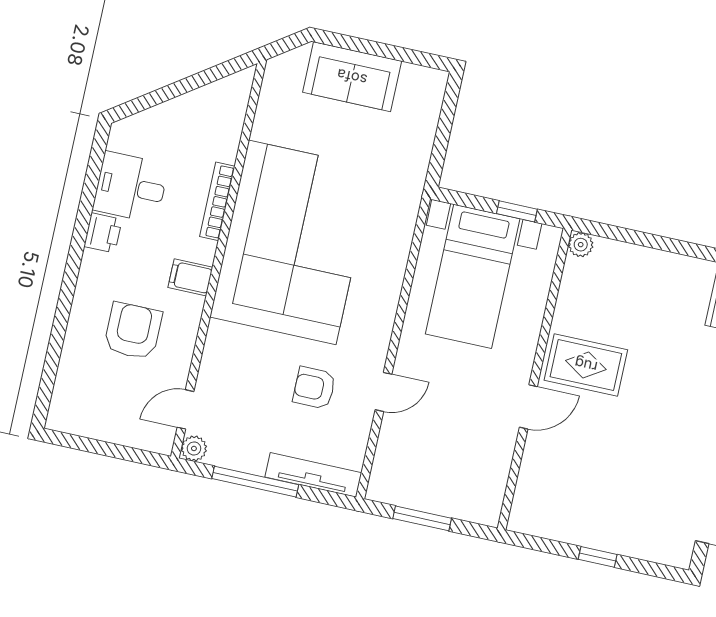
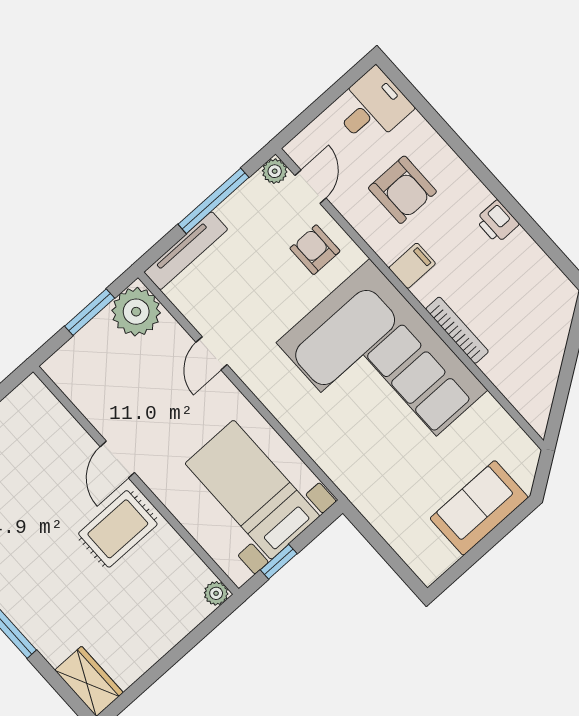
desk: (131, 187) -> (372, 107), moved
armchair: (314, 388) -> (315, 250), moved, turned -90
plant: (394, 480) -> (136, 312), added

